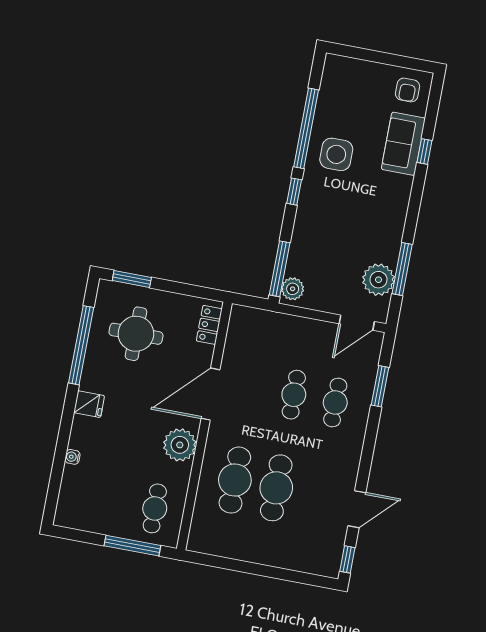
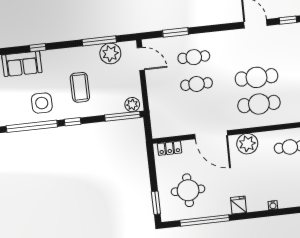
window: (424, 151) -> (38, 48), moved
coffee table: (342, 219) -> (80, 87), added

